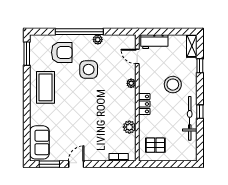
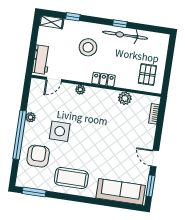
sofa: (39, 142) -> (121, 192), width x1.36

